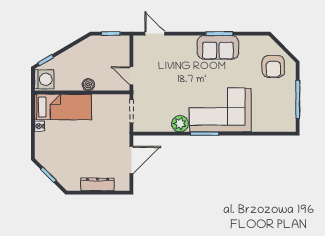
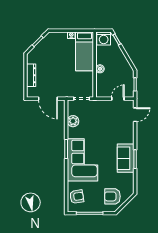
door: (131, 76) -> (118, 99), moved
armchair: (274, 118) -> (77, 197), added
plant: (180, 124) -> (73, 121), moved

